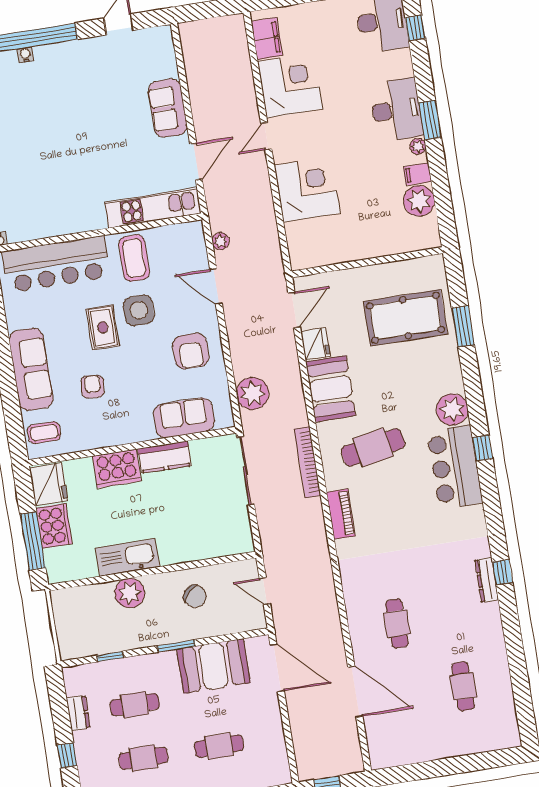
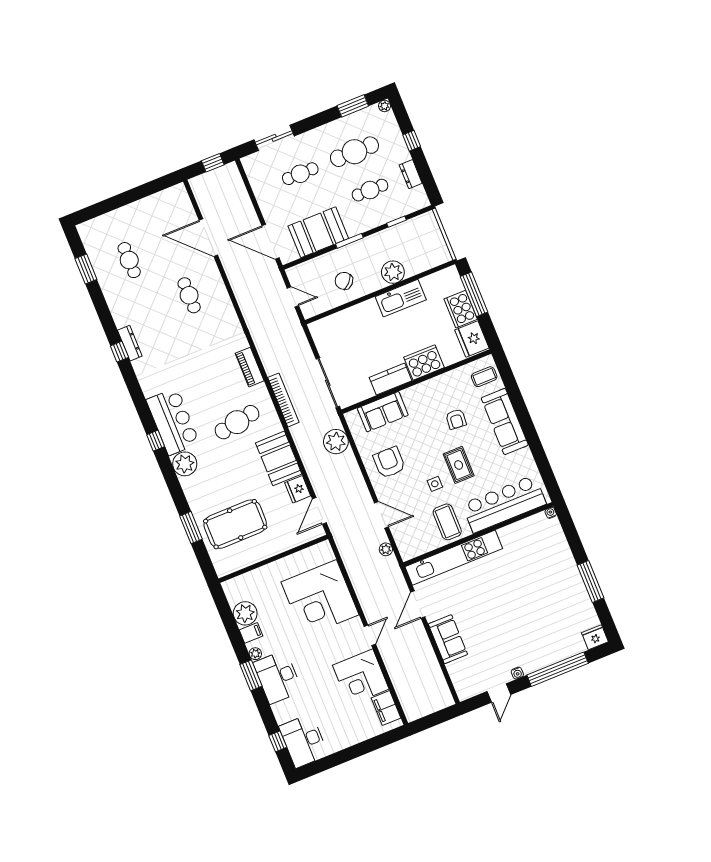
water cooler: (25, 55) -> (517, 673), moved
corner desk: (307, 189) -> (320, 598), width x1.36, depth x1.36
kitchen unit: (153, 208) -> (454, 558), width x1.36
side table: (139, 310) -> (435, 484), width x0.54, depth x0.54
window: (521, 688) -> (86, 269), added
cafe table: (143, 758) -> (354, 152), width x1.37, depth x1.35

